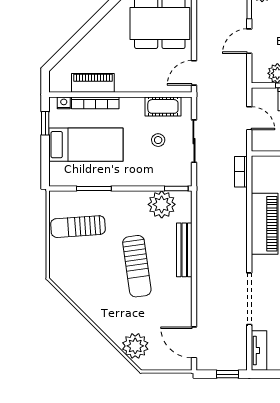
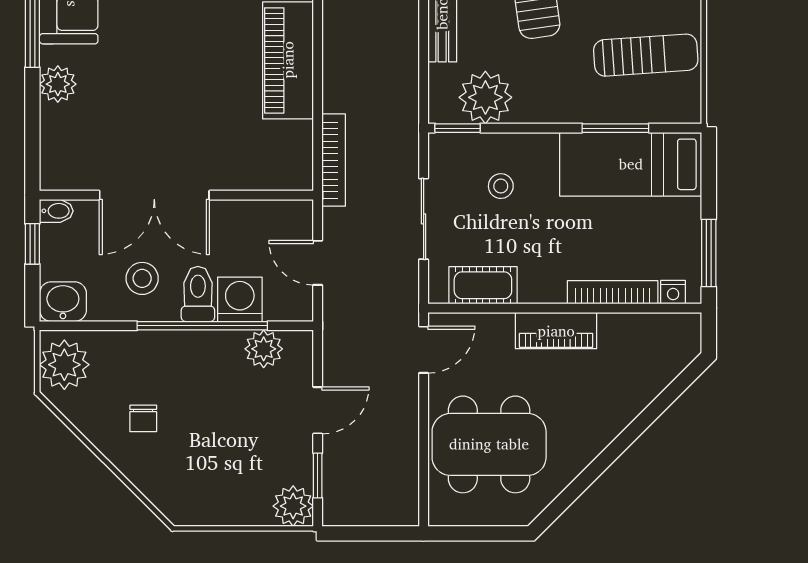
piano: (93, 83) -> (556, 331), moved
window: (45, 123) -> (709, 253), width x1.50
stool: (158, 140) -> (501, 186), moved
bed: (86, 145) -> (631, 164), moved
bookcase: (241, 172) -> (334, 160), width x1.56

